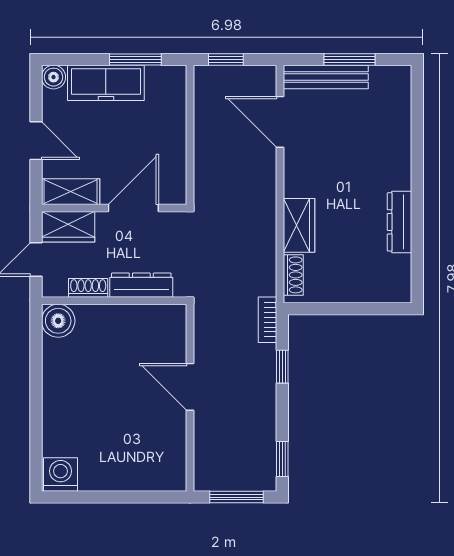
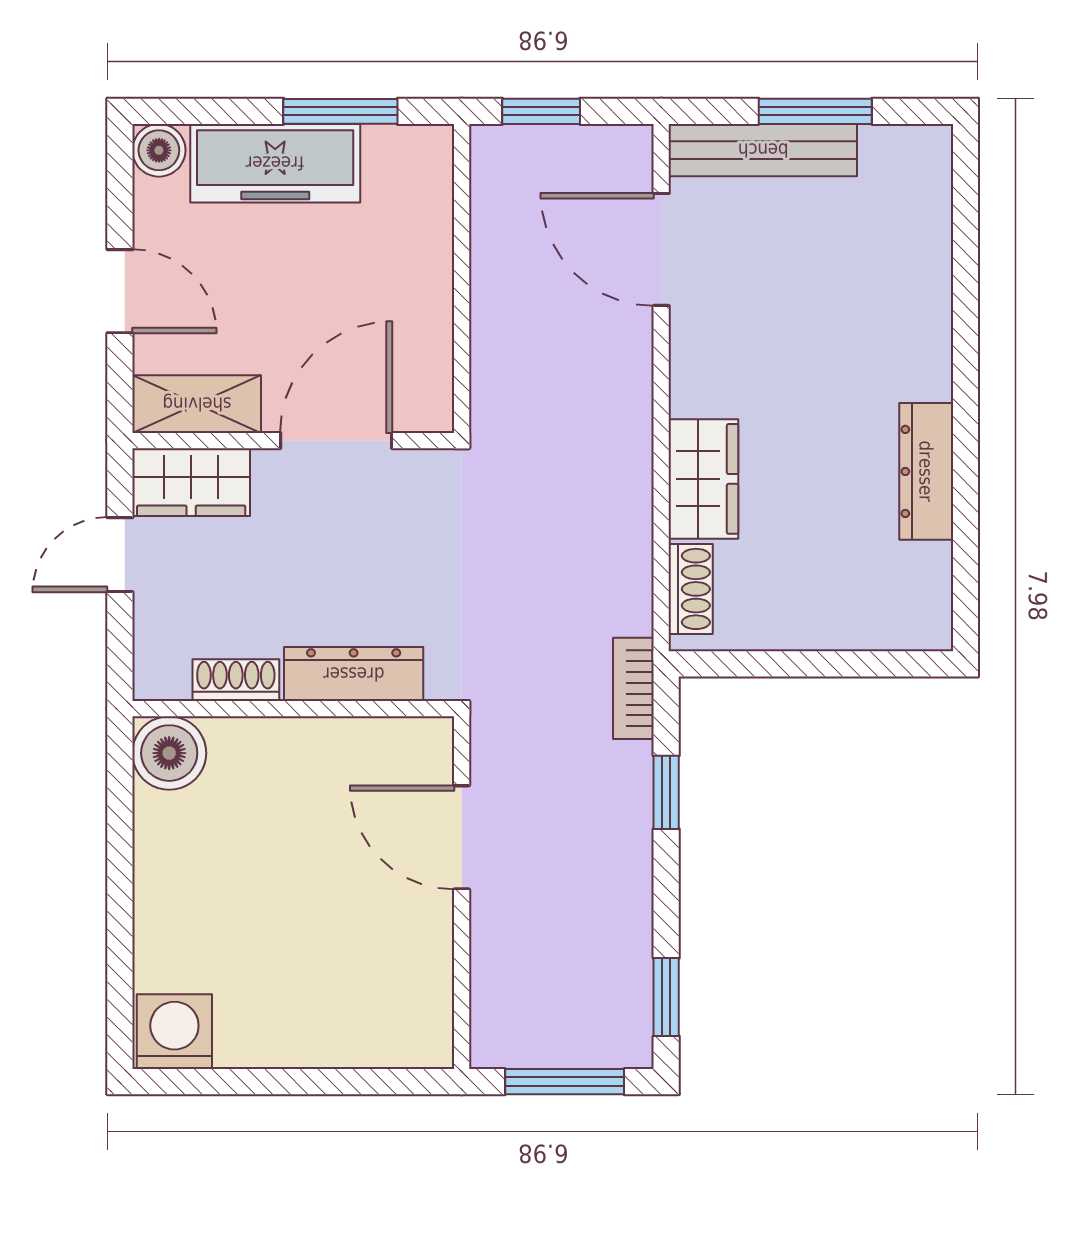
dresser: (141, 285) -> (354, 674), moved
shoe rack: (88, 288) -> (236, 680), moved
wall: (114, 301) -> (293, 709), moved
boiler: (58, 321) -> (169, 753), moved

